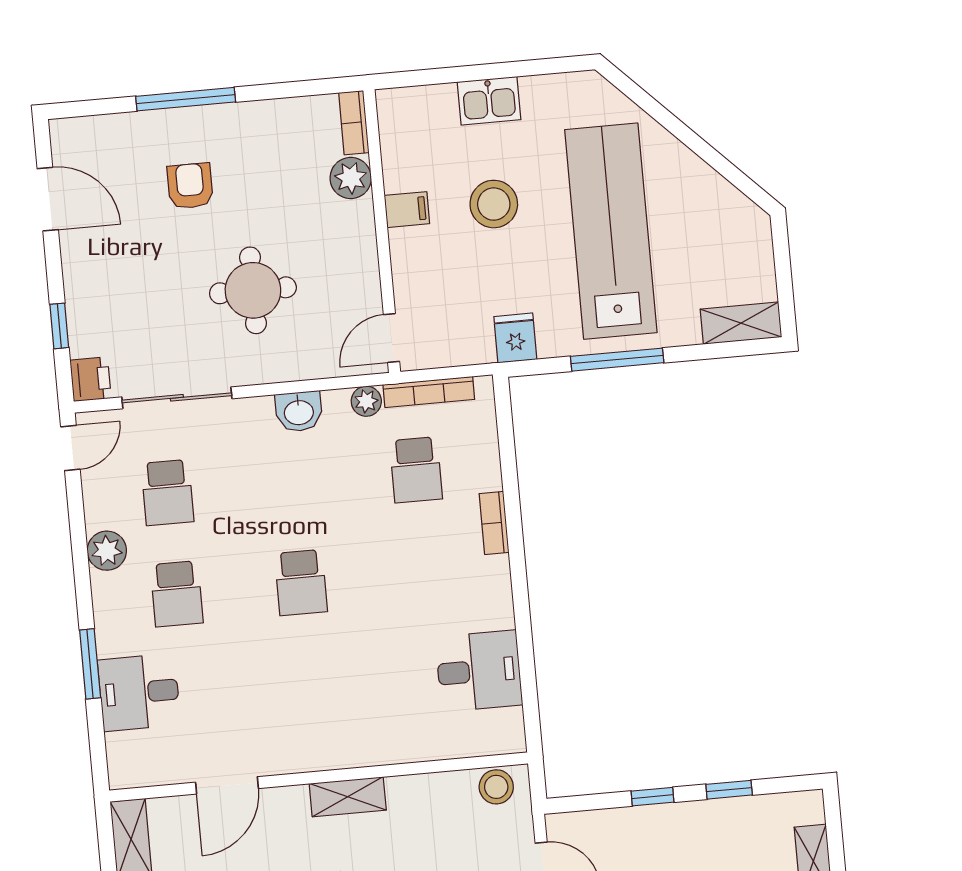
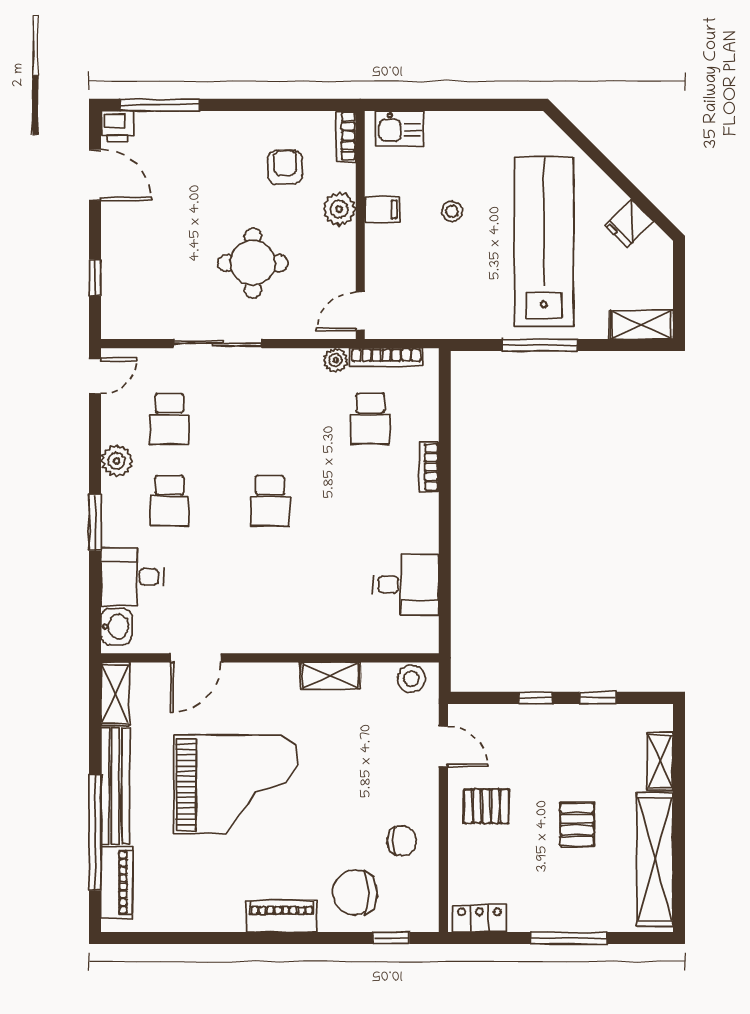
window: (186, 99) -> (160, 105), moved
kitchen sink: (489, 101) -> (400, 128), moved
plant: (351, 178) -> (339, 209), moved
armchair: (190, 186) -> (285, 167), moved
stool: (494, 204) -> (452, 211), width x0.53, depth x0.53
fridge: (515, 338) -> (629, 224), moved, turned -135
printer: (91, 379) -> (118, 126), moved, turned 90
sliding door: (177, 398) -> (218, 344), moved
washbasin: (299, 412) -> (116, 627), moved, turned -90
window: (90, 664) -> (95, 522), moved
shelving: (348, 797) -> (330, 676), moved

